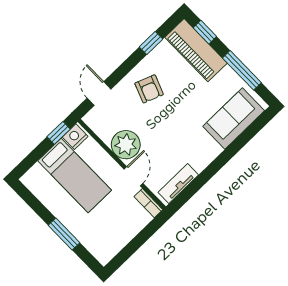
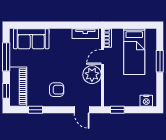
armchair: (149, 89) -> (57, 90), turned 69
door: (99, 94) -> (82, 110), hinge flipped
nightstand: (75, 137) -> (146, 101), moved
bed: (75, 175) -> (134, 52), moved, turned 180

